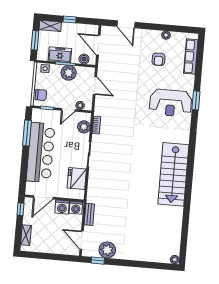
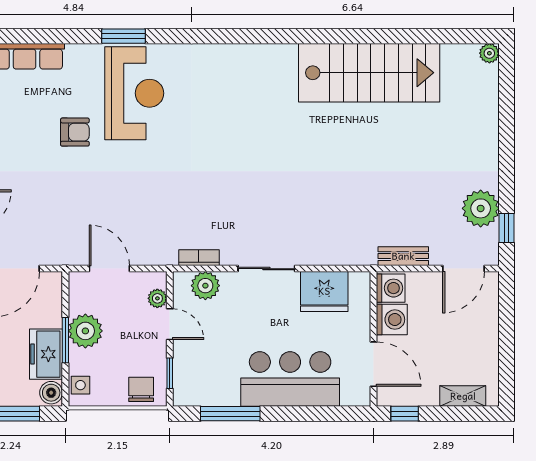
boiler: (84, 59) -> (51, 393), moved
armchair: (159, 59) -> (75, 132), moved
door: (95, 86) -> (109, 269), hinge flipped
bar counter: (41, 153) -> (290, 379), width x0.73
stairs: (173, 174) -> (369, 73), moved

